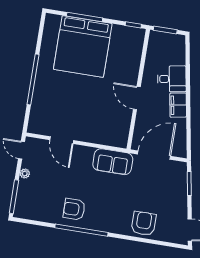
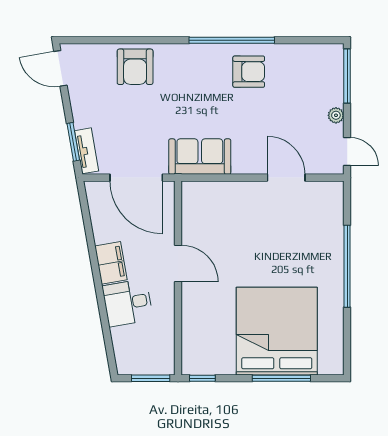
door: (154, 155) -> (136, 178), hinge flipped
tv unit: (182, 177) -> (87, 151), added

